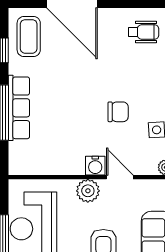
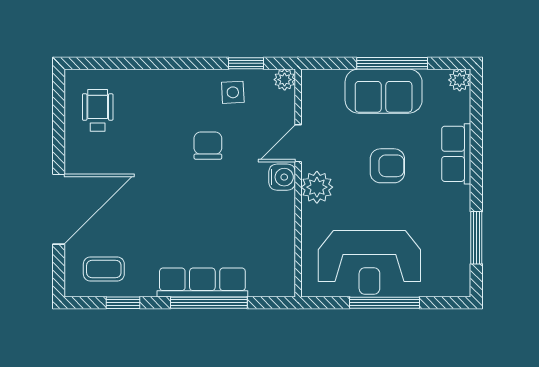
coffee table: (29, 36) -> (104, 269), width x0.73, depth x0.77

